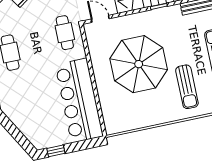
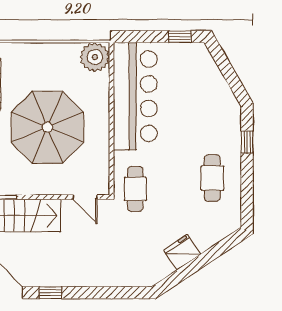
plant: (115, 123) -> (95, 57), added

